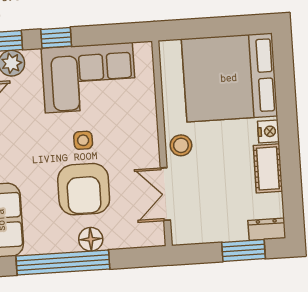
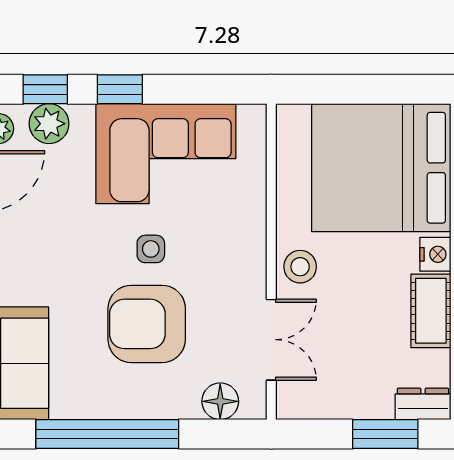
armchair: (84, 189) -> (147, 324), turned 90
double door: (165, 194) -> (271, 340), swing flipped
floor lamp: (91, 239) -> (220, 401), moved

